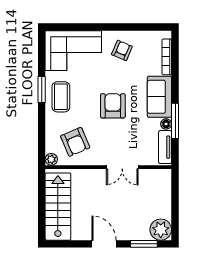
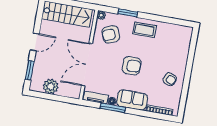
corner sofa: (73, 51) -> (176, 45), removed
window: (42, 89) -> (128, 13), moved
double door: (122, 167) -> (87, 65), width x1.87
plant: (161, 230) -> (51, 86), moved

